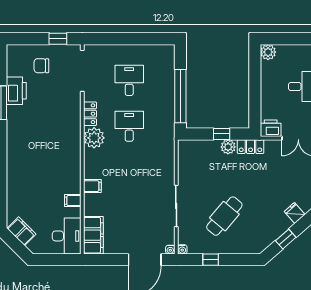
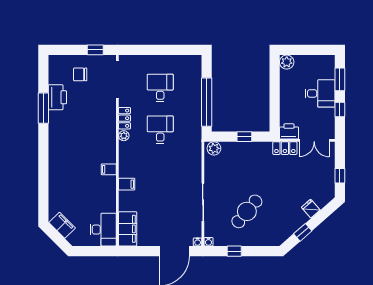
plant: (94, 138) -> (124, 136), width x0.53, depth x0.53
plant: (228, 147) -> (214, 148), moved
locker: (251, 147) -> (285, 148), moved
filing cabinet: (73, 201) -> (109, 169), moved

